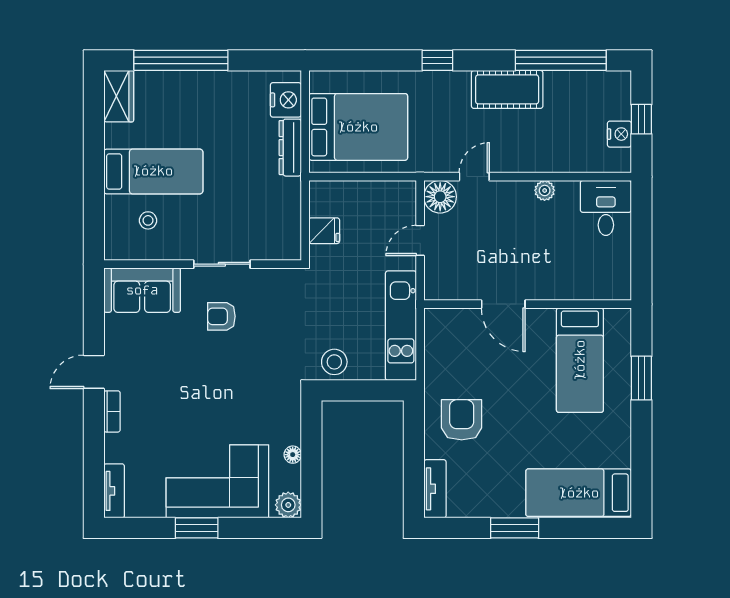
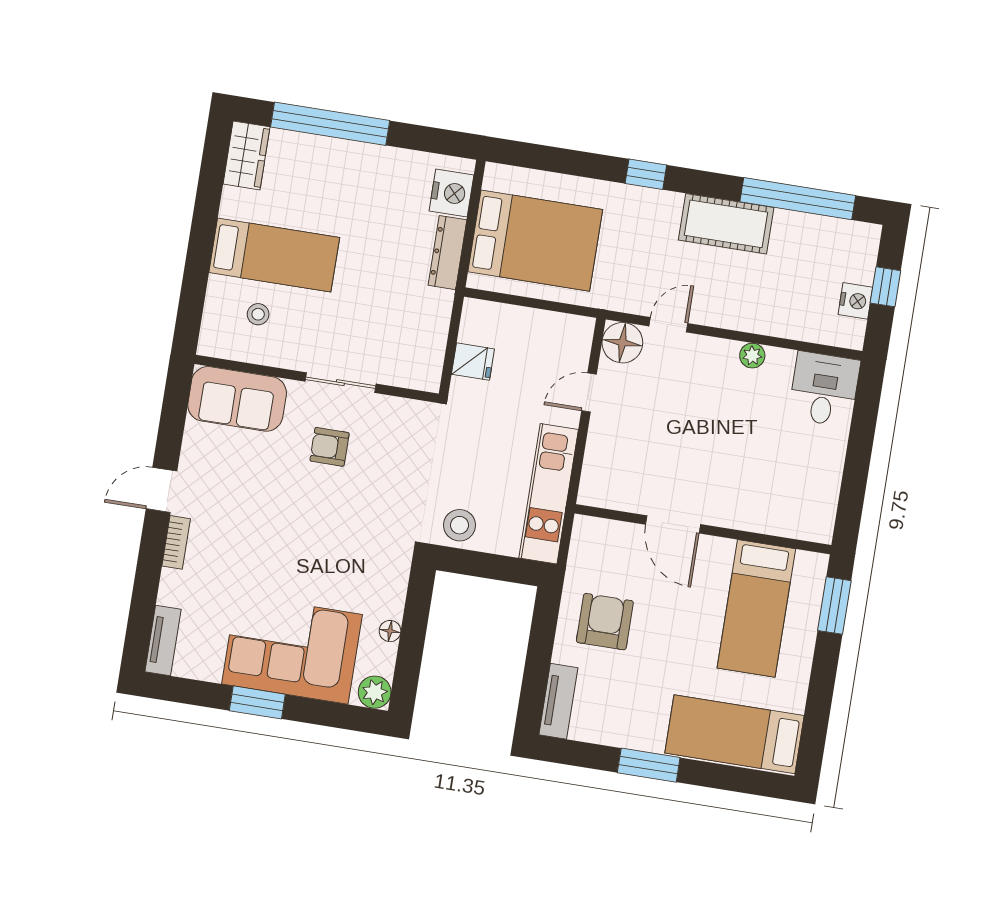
door: (503, 304) -> (673, 524), moved
wall: (528, 304) -> (703, 529), moved
bed: (580, 360) -> (756, 608), moved

